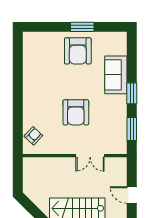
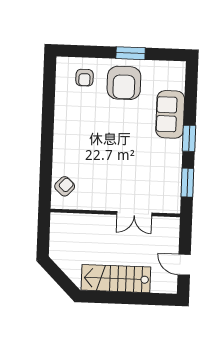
armchair: (76, 112) -> (85, 78), moved, width x0.53, depth x0.53

